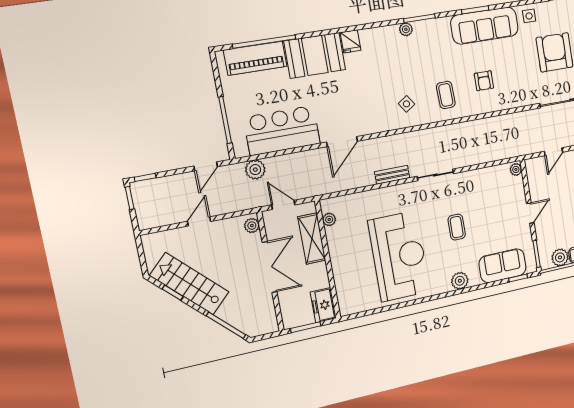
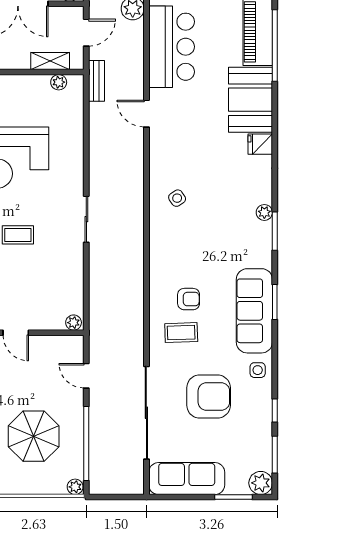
armchair: (484, 81) -> (189, 299), turned 180
coffee table: (446, 95) -> (181, 333), moved
door: (342, 142) -> (146, 114), width x0.73
bench: (392, 175) -> (97, 81), moved
shelving: (312, 239) -> (50, 61), width x0.67, depth x0.75

